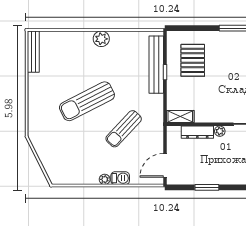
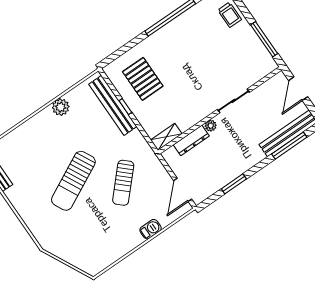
plant: (101, 39) -> (61, 107), moved
plant: (105, 179) -> (137, 240), removed

